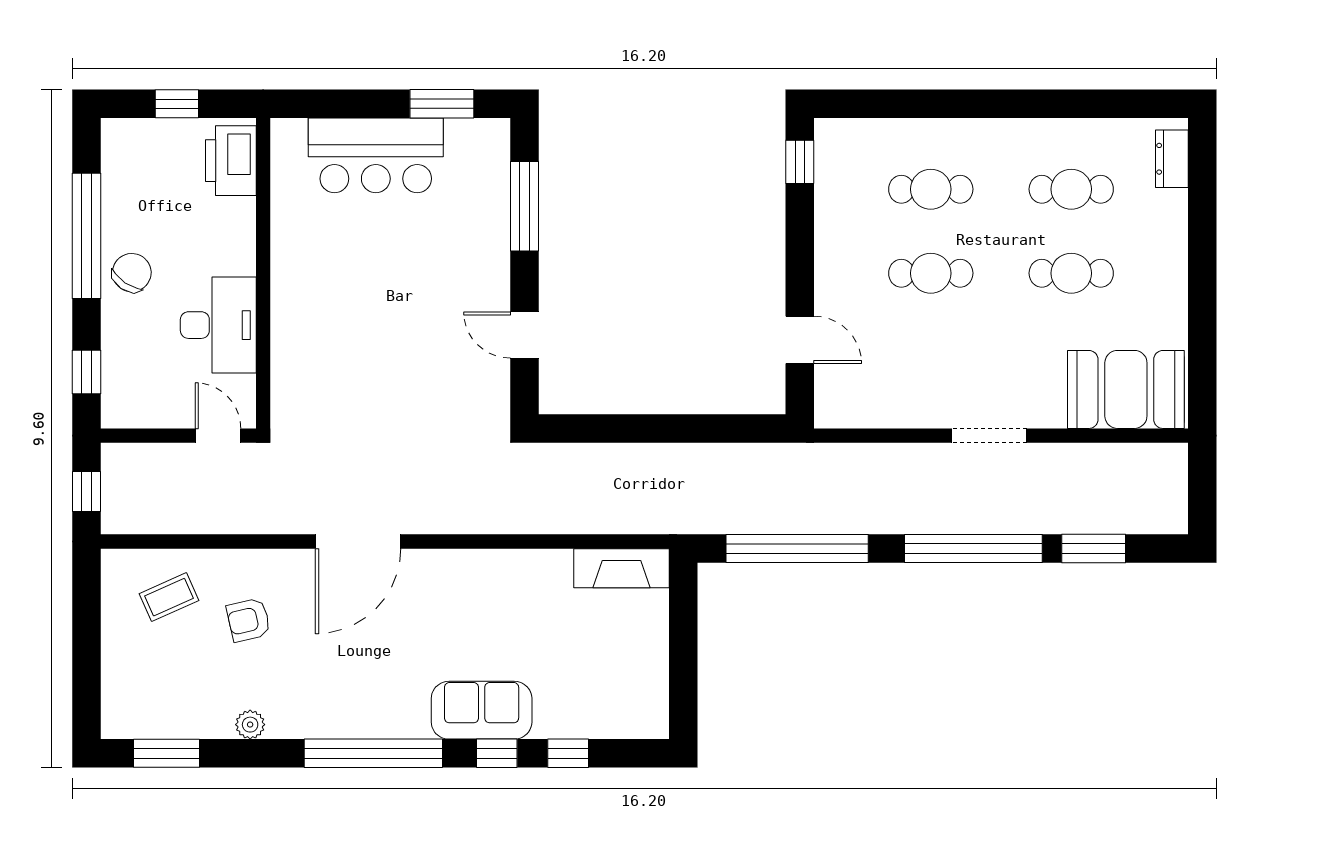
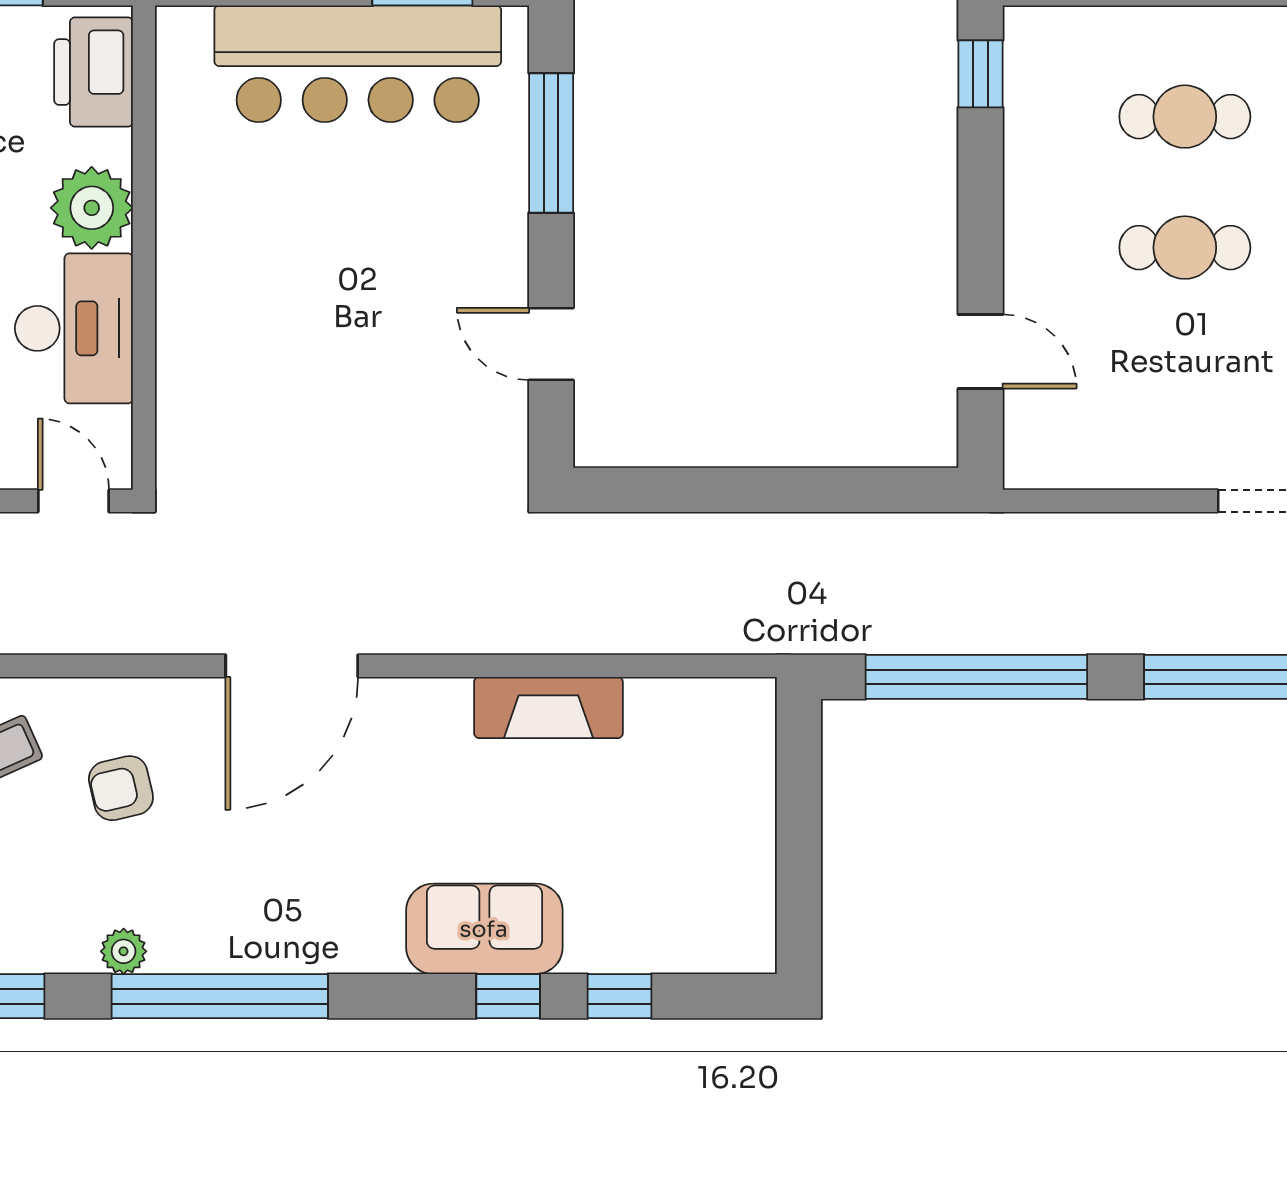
bar counter: (376, 155) -> (358, 64), width x1.36
plant: (230, 248) -> (92, 208), added
fireplace: (621, 568) -> (548, 708), moved
window: (373, 753) -> (220, 996), moved

